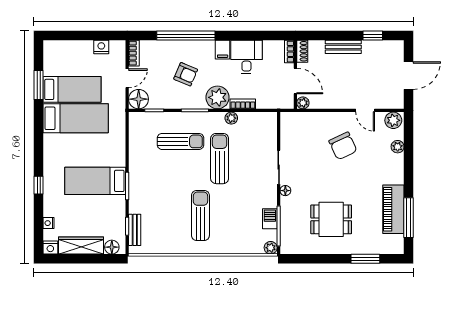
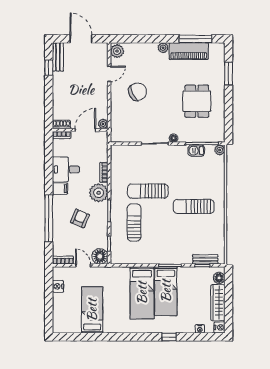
bench: (343, 47) -> (58, 57), moved
window: (39, 85) -> (89, 337), removed
bed: (76, 118) -> (142, 293), moved, turned 180
plant: (231, 118) -> (115, 182), removed
plant: (398, 147) -> (163, 48), moved

